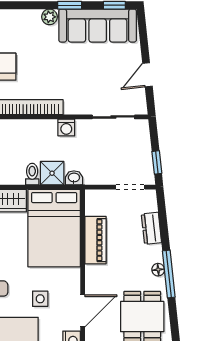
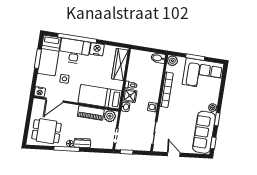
plant: (96, 204) -> (110, 116), added
bed: (54, 228) -> (100, 97), width x0.67
dresser: (151, 228) -> (82, 143), moved
door: (83, 311) -> (54, 100), hinge flipped

